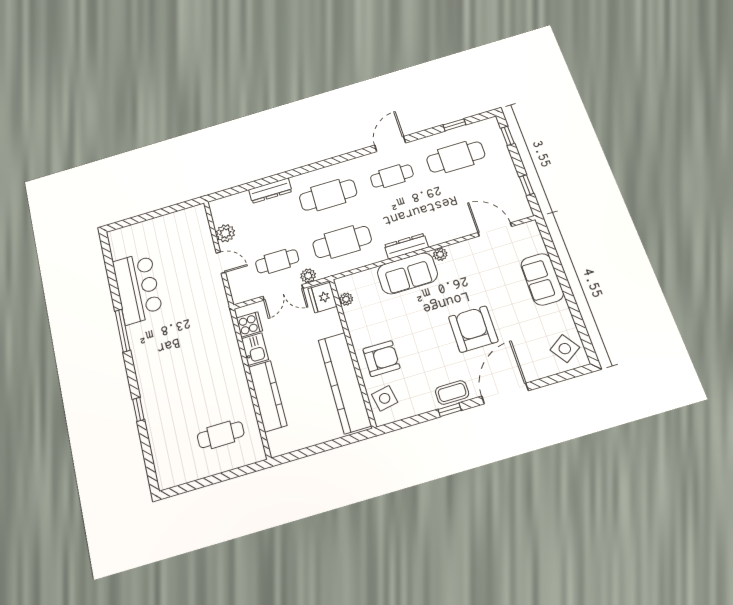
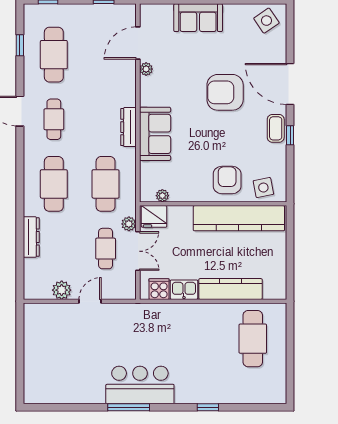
plant: (440, 254) -> (146, 69), moved
bar counter: (138, 288) -> (140, 385), moved
cafe table: (221, 435) -> (253, 339), width x1.37, depth x1.35

